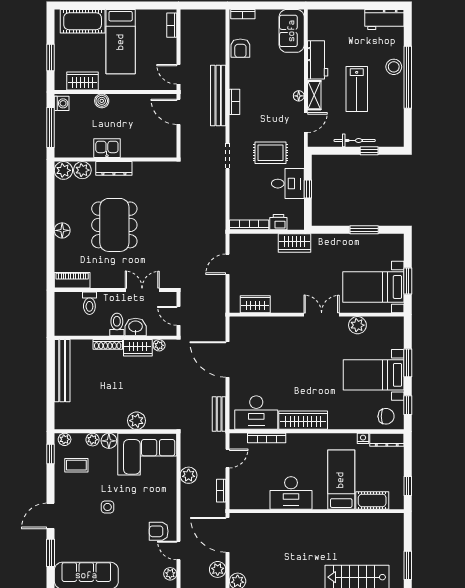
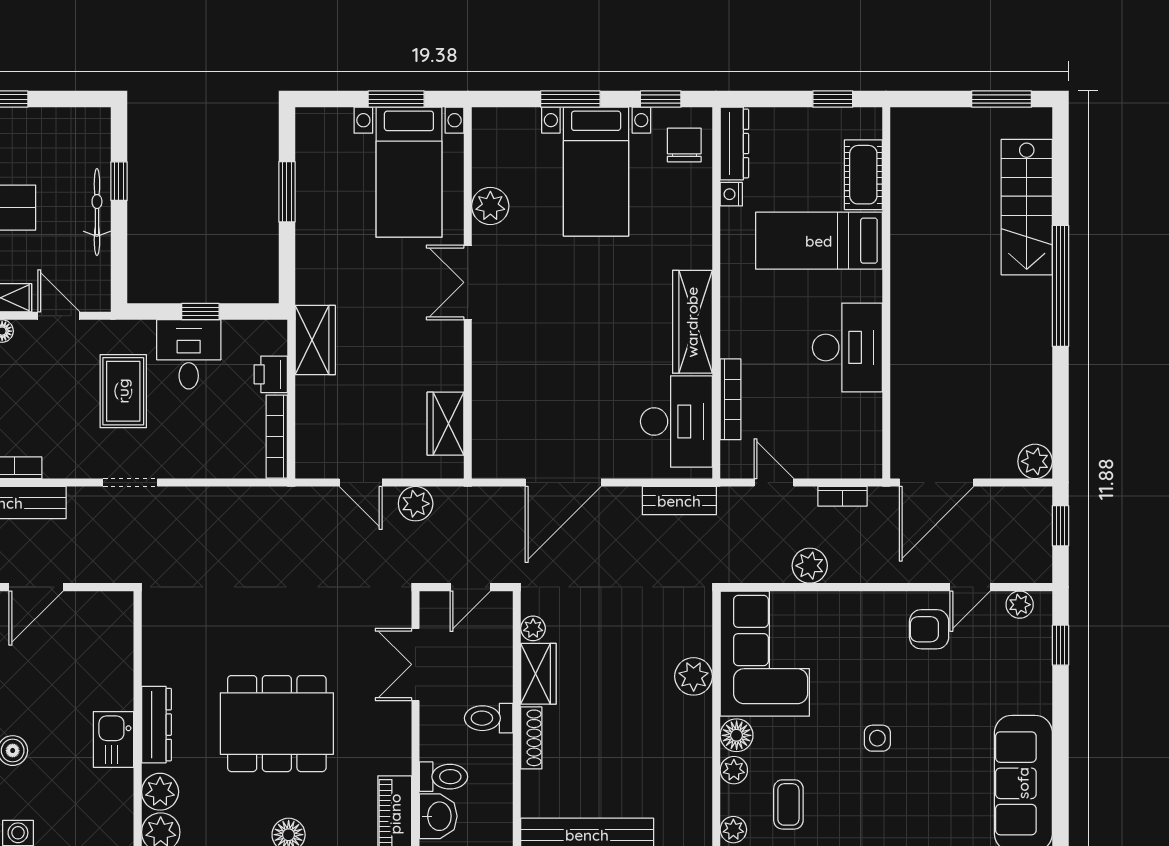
washbasin: (136, 327) -> (438, 816), moved, turned 180
armchair: (159, 531) -> (929, 629), turned 90
plant: (218, 569) -> (416, 504), moved

